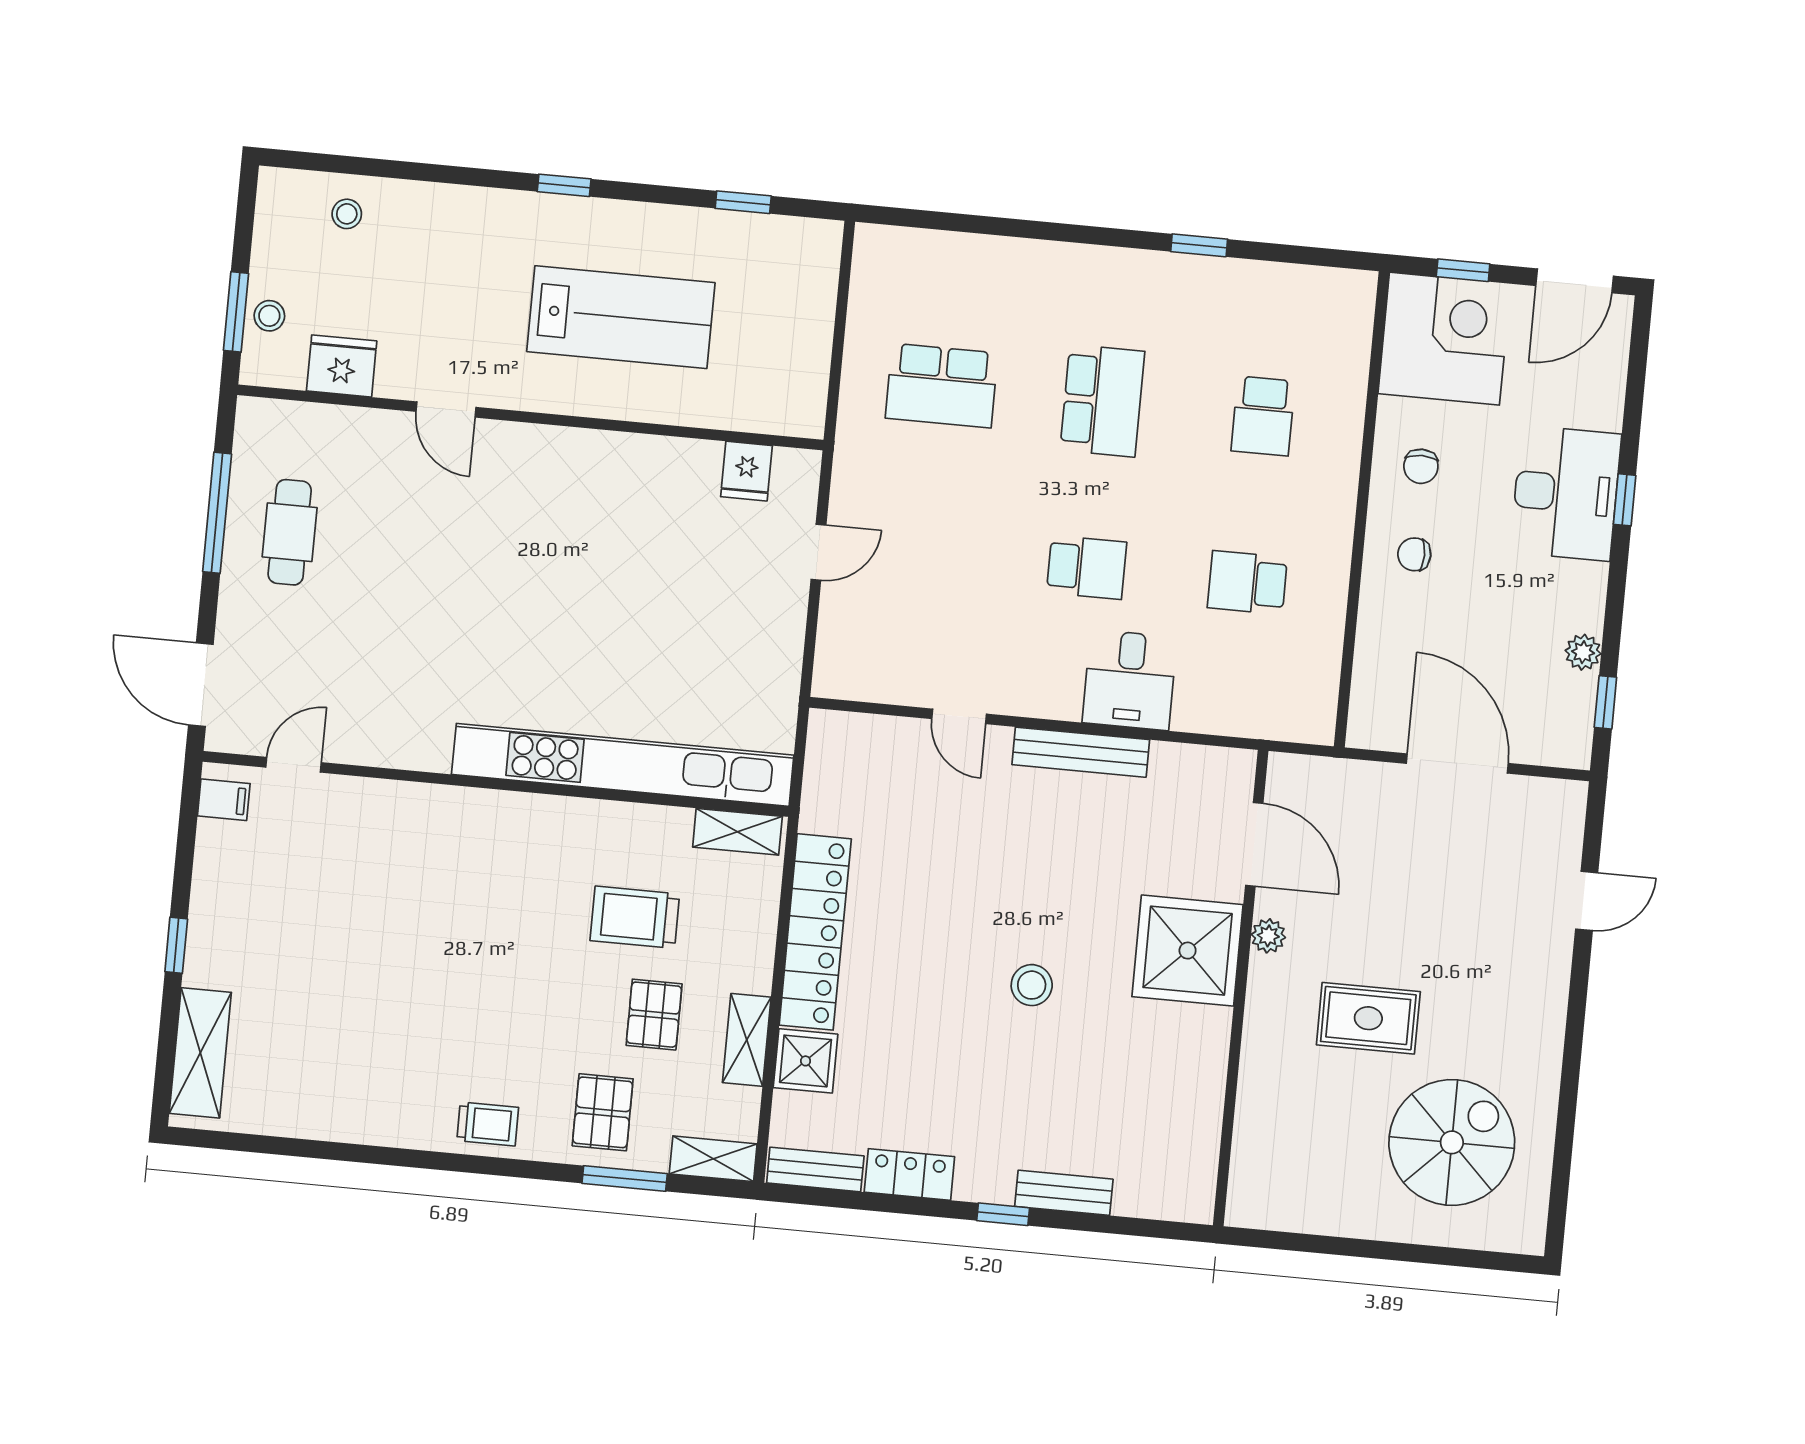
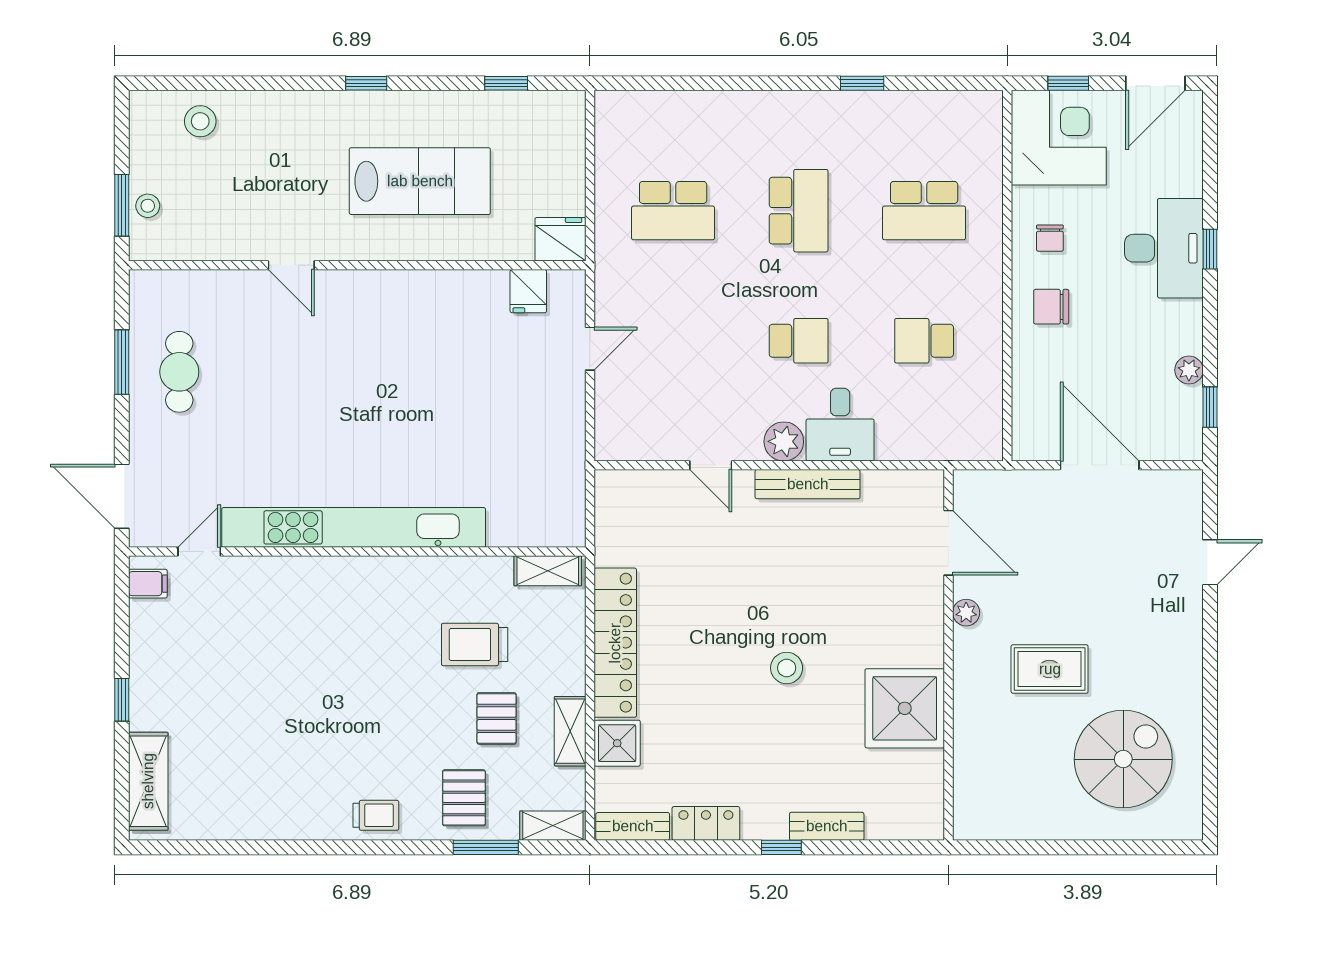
stool: (347, 214) -> (200, 121), width x1.37, depth x1.37
fridge: (342, 366) -> (560, 239), moved
school desk: (1263, 416) -> (924, 211), width x1.85
window: (217, 513) -> (122, 362), width x0.69
chair: (1414, 554) -> (1051, 307), width x1.37, depth x1.37
plant: (1055, 695) -> (784, 441), added
kitchen unit: (623, 765) -> (354, 527), moved
shower: (1188, 951) -> (905, 708), moved

